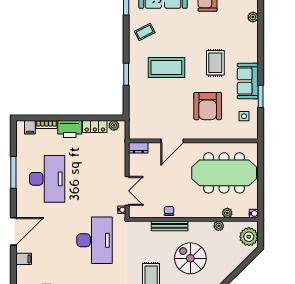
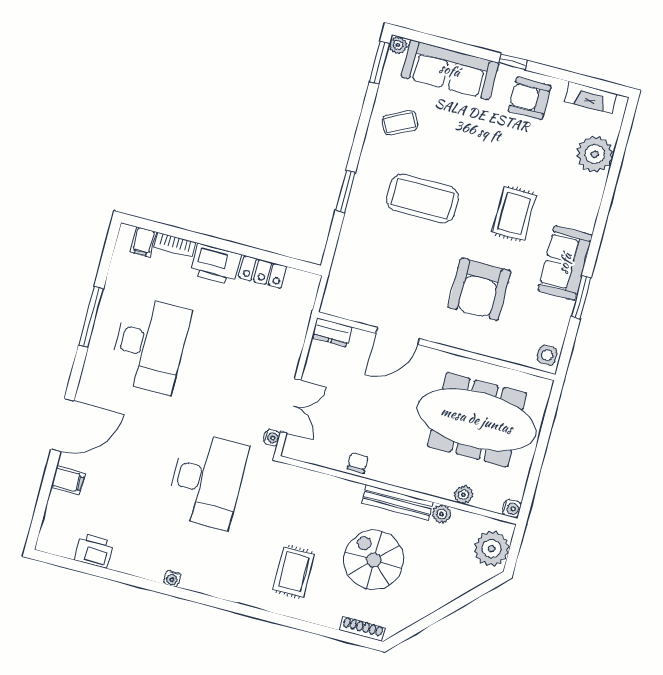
plant: (253, 17) -> (595, 154), width x1.88, depth x1.88
side table: (244, 116) -> (547, 355), moved
plant: (114, 125) -> (298, 279), removed
bench: (170, 226) -> (397, 503), moved

